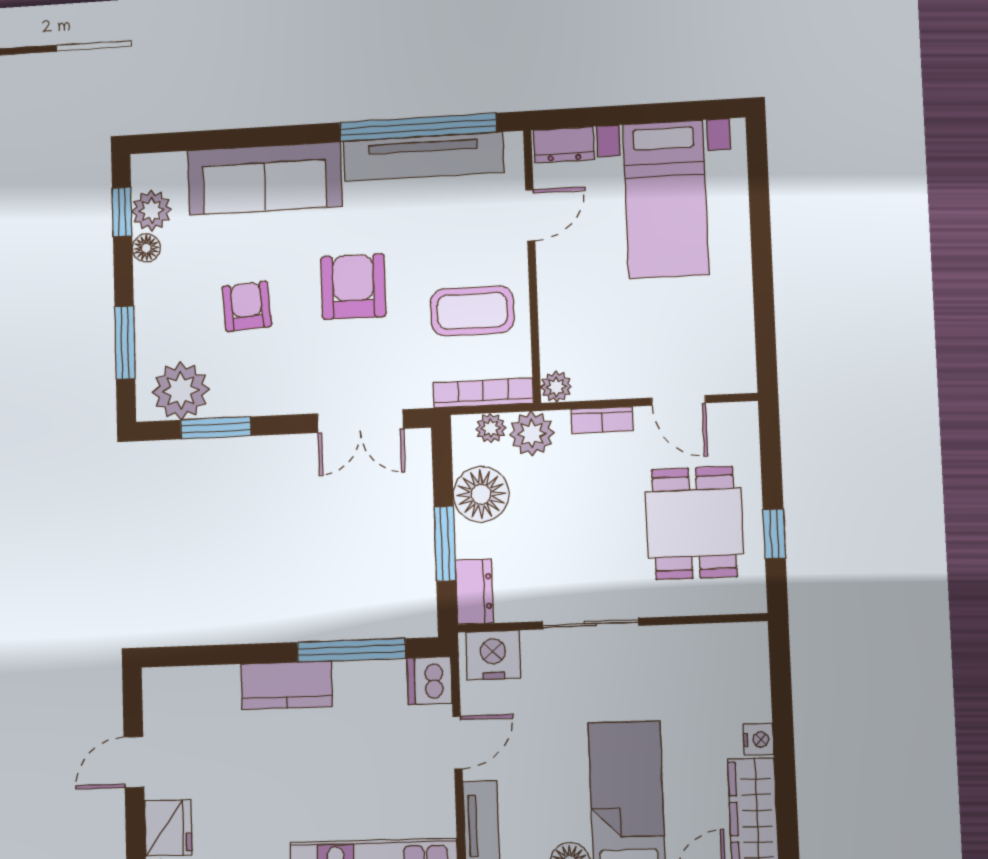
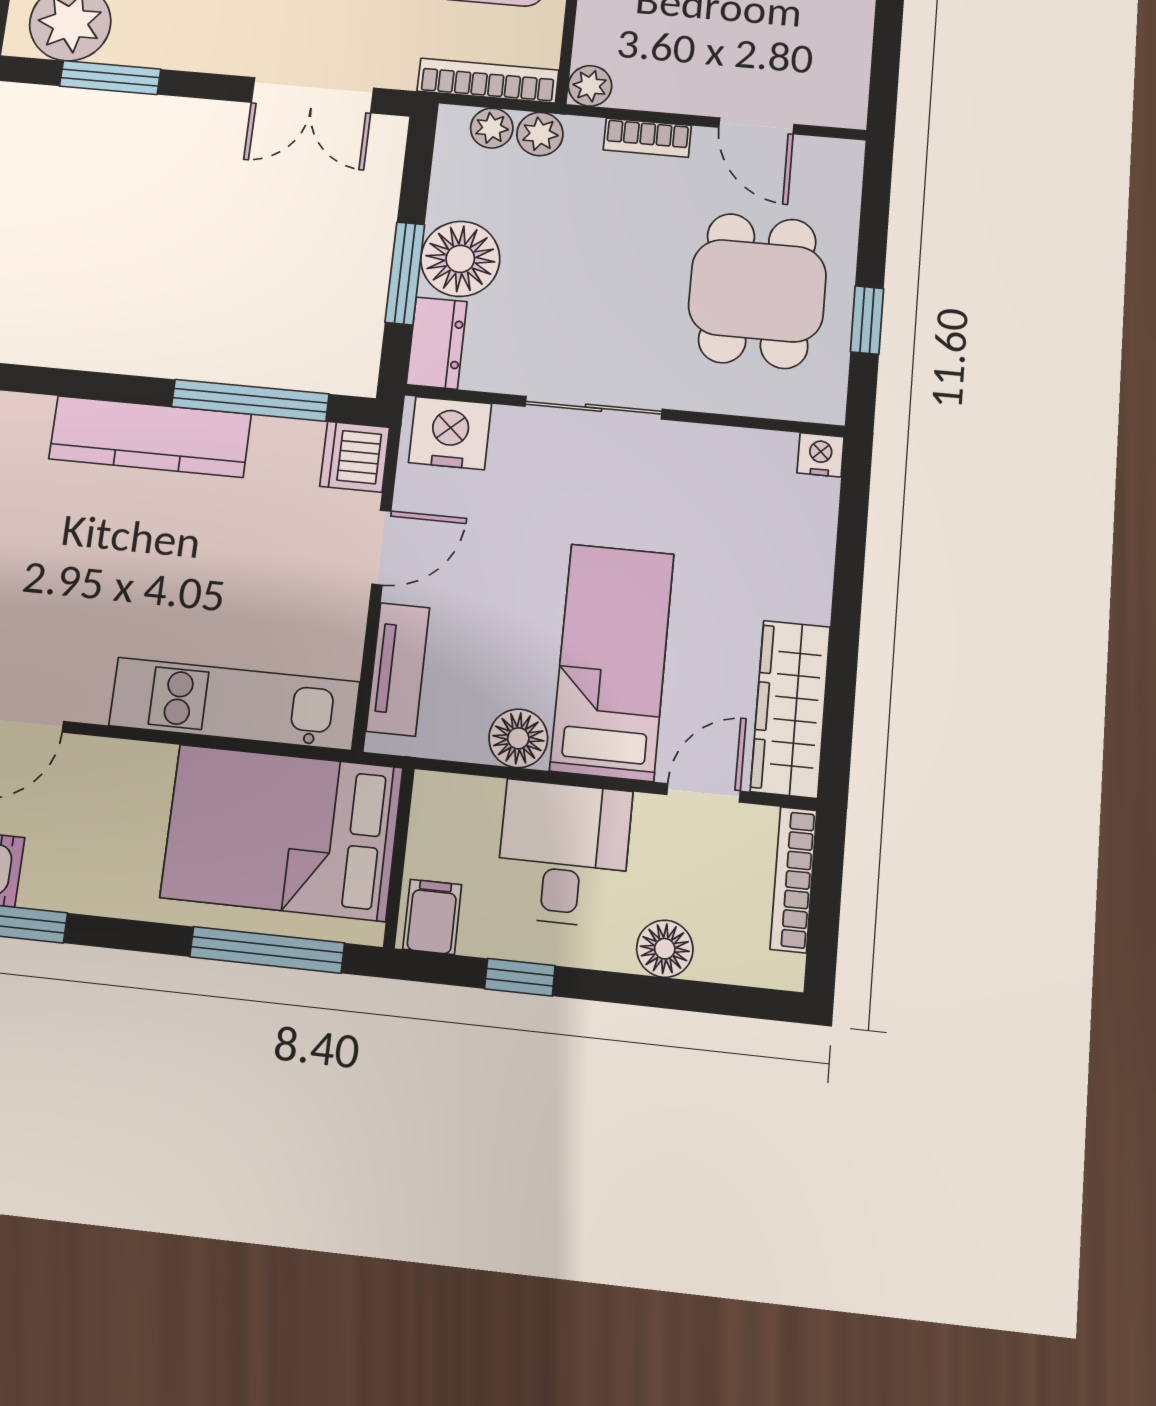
plant: (532, 434) -> (540, 134), width x0.73, depth x0.73
floor lamp: (481, 494) -> (460, 259), moved
kitchen counter: (287, 685) -> (150, 437), width x1.50
nightstand: (758, 740) -> (821, 455), moved, turned -90

